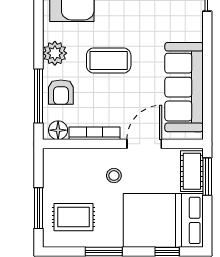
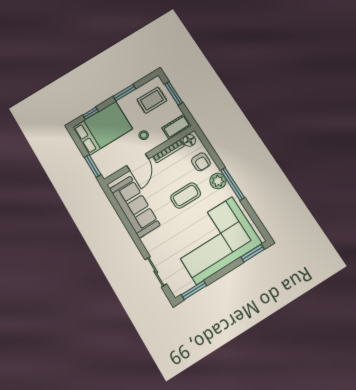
armchair: (61, 92) -> (201, 162), turned 180
window: (39, 96) -> (232, 184), moved
cot: (192, 171) -> (177, 127), moved, turned 90

